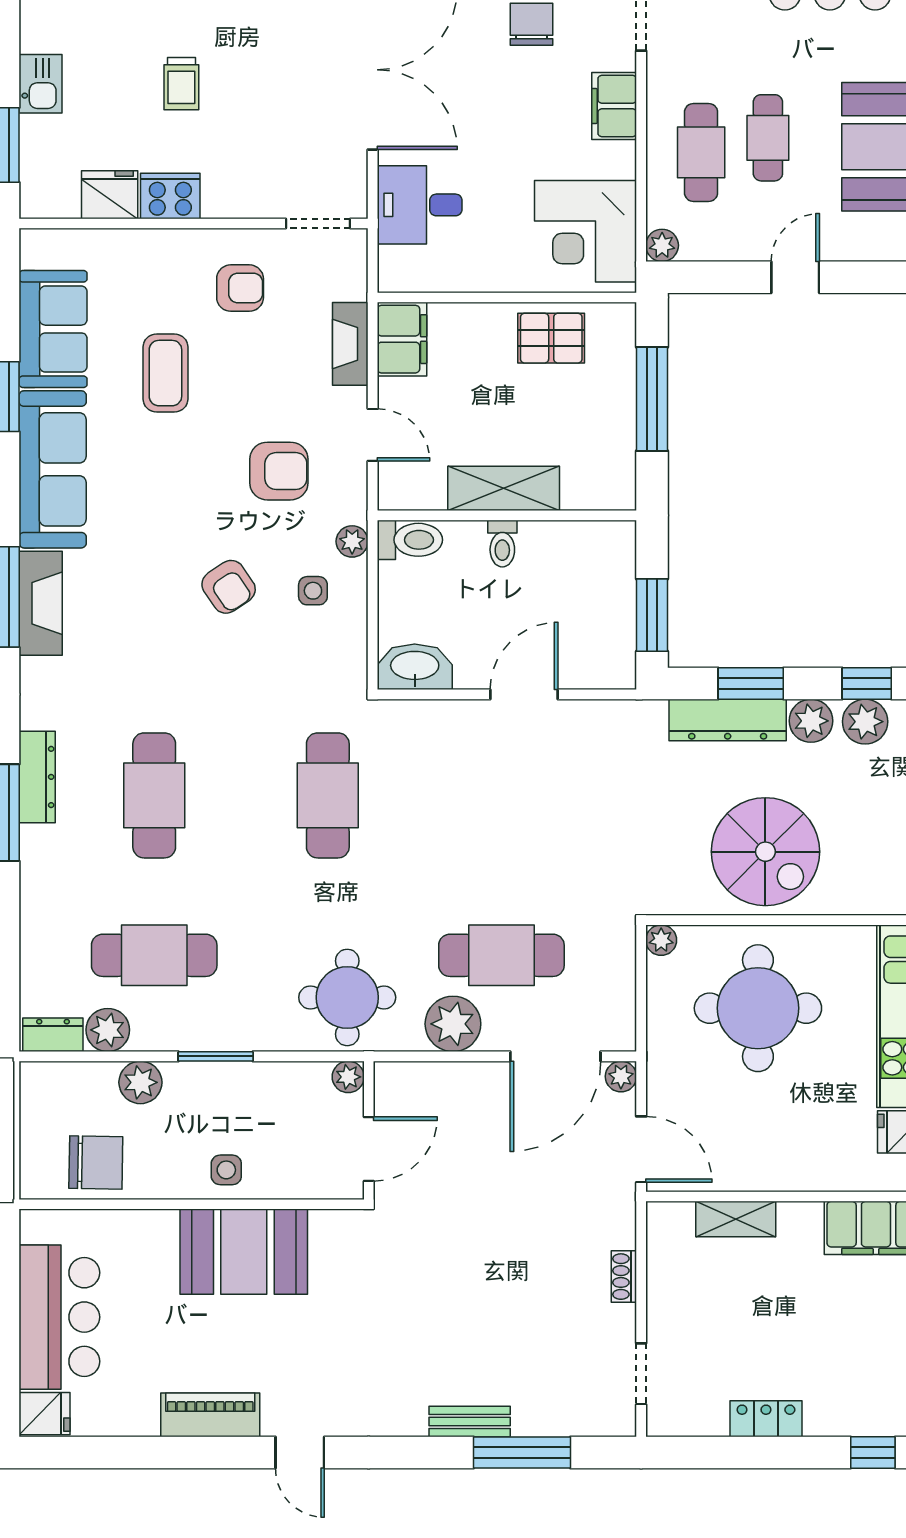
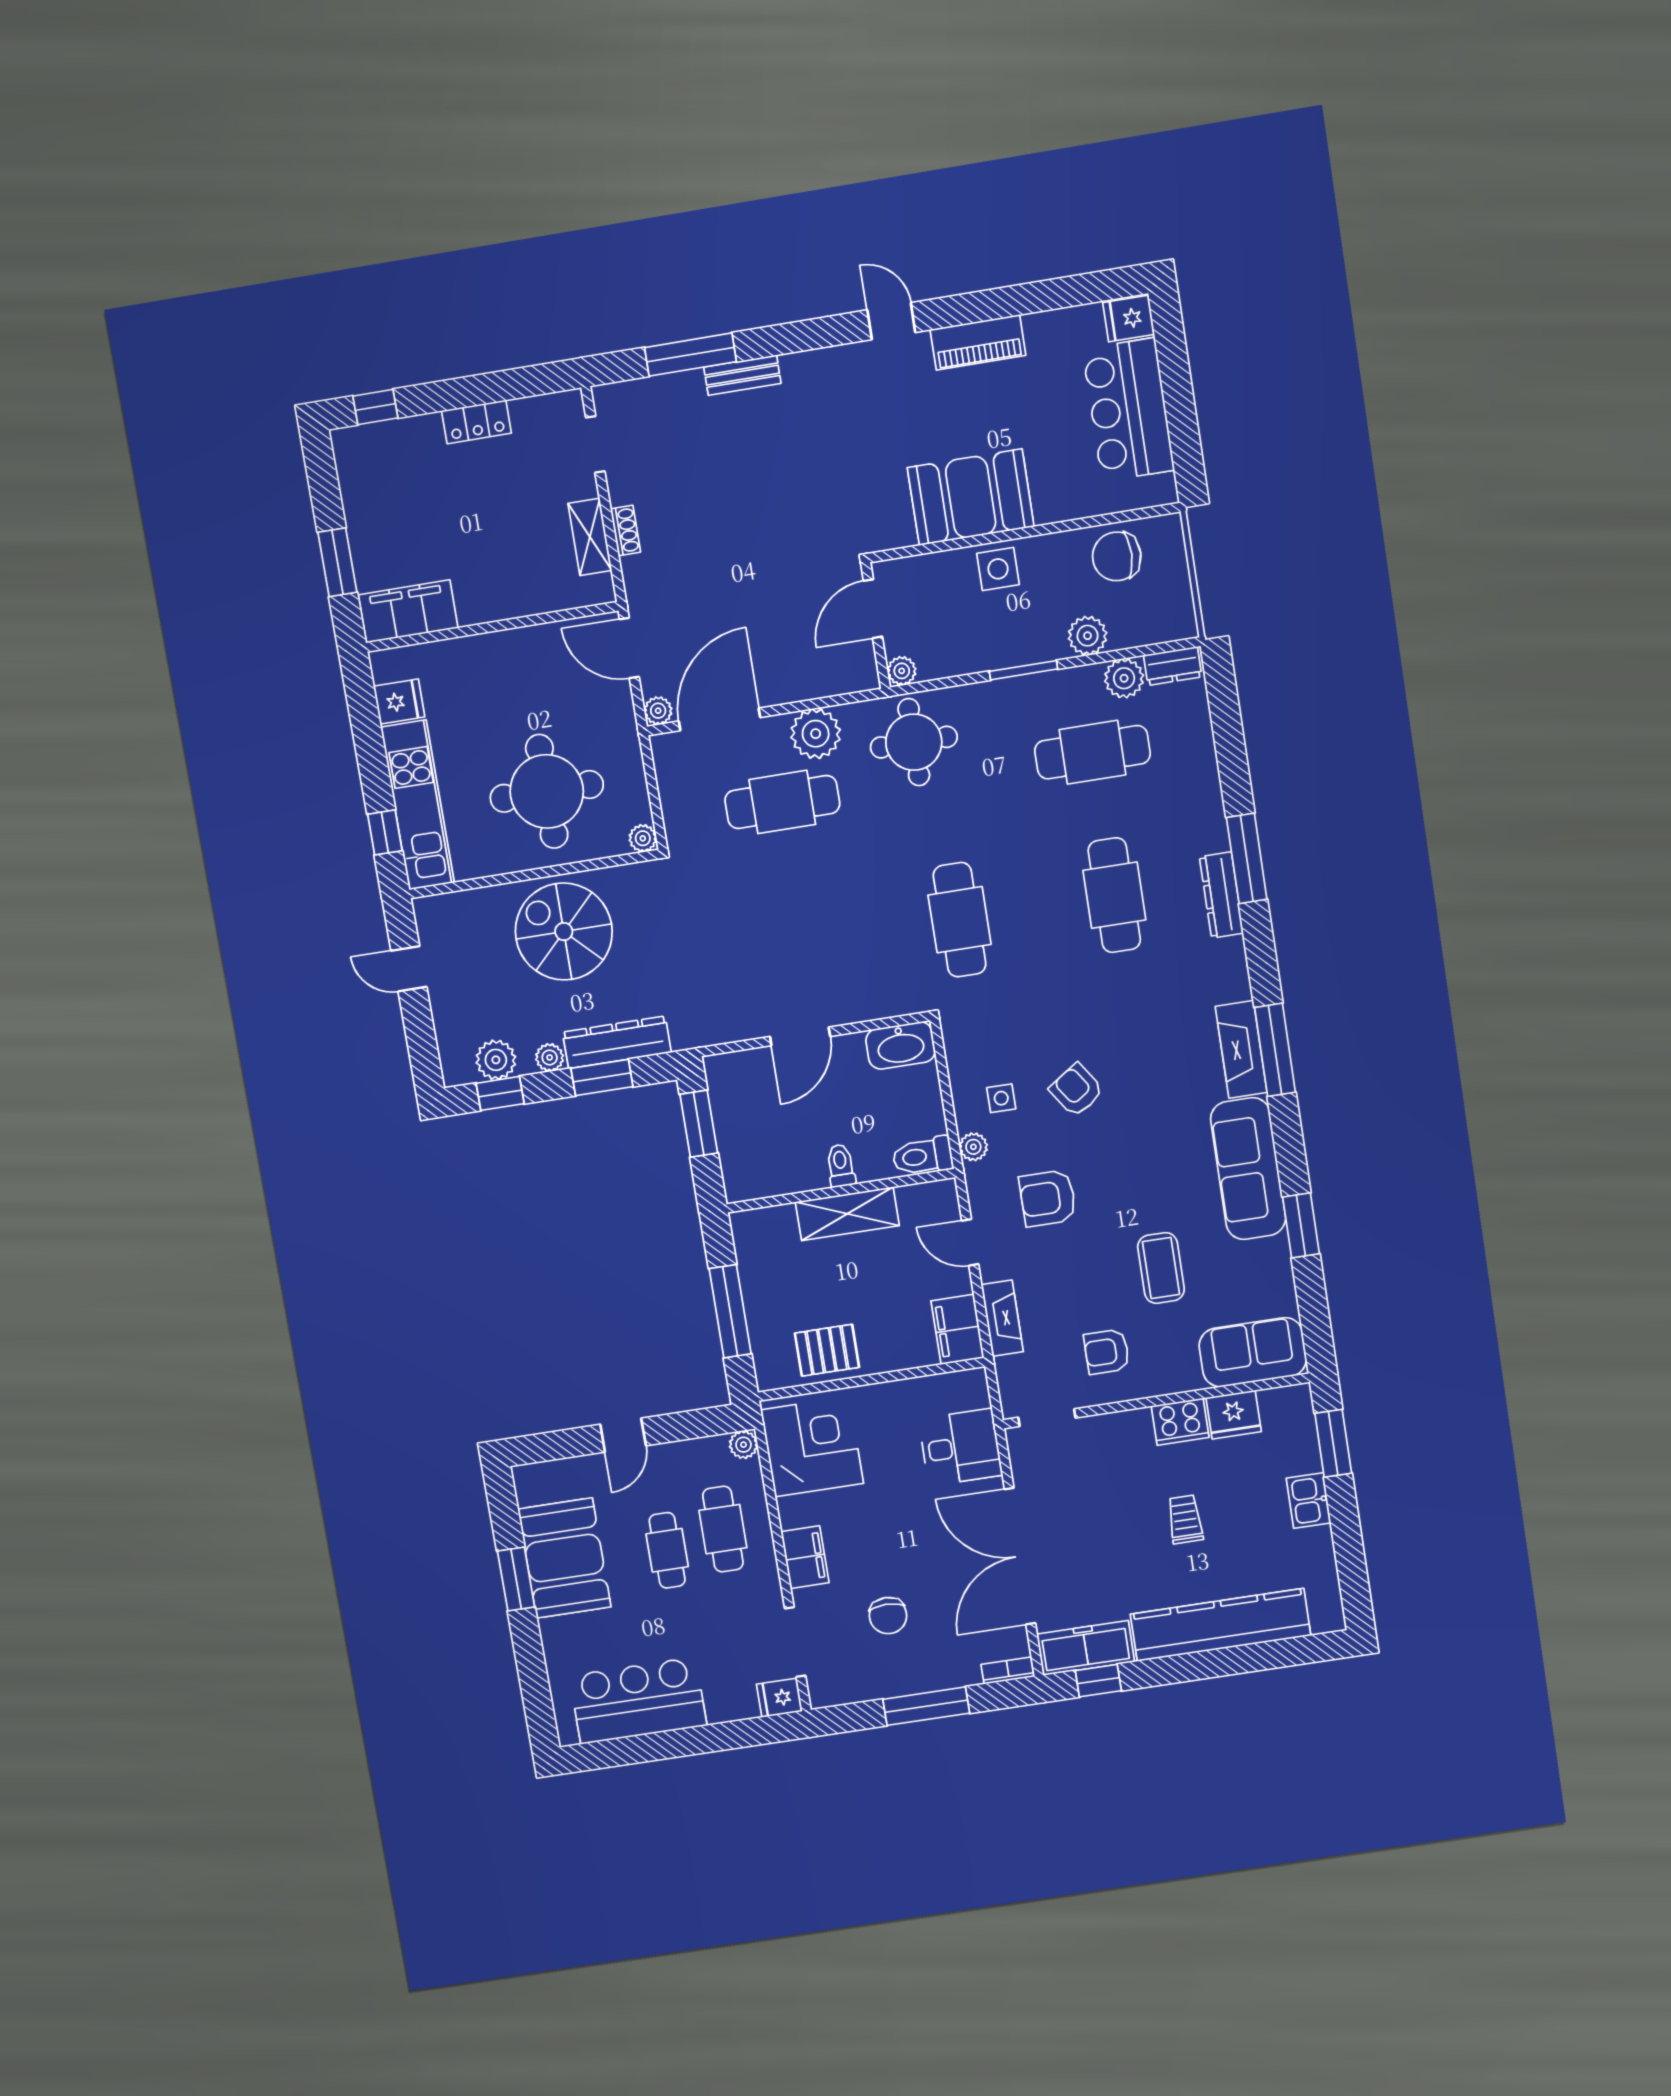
sofa: (53, 329) -> (1253, 1352), moved, turned 90
plant: (811, 721) -> (550, 1057), width x0.73, depth x0.73
side table: (226, 1170) -> (998, 569), width x1.37, depth x1.37
shelving: (736, 1219) -> (590, 537), moved, turned 90

